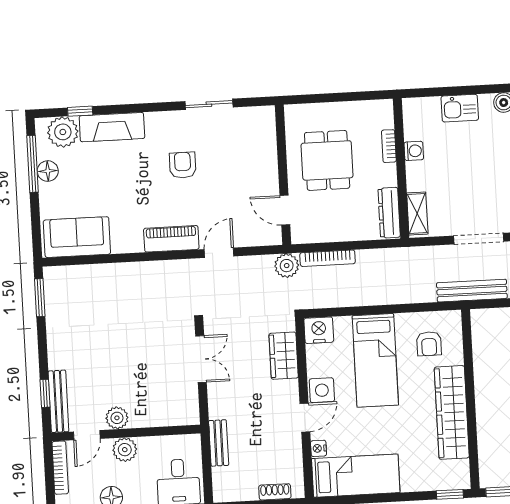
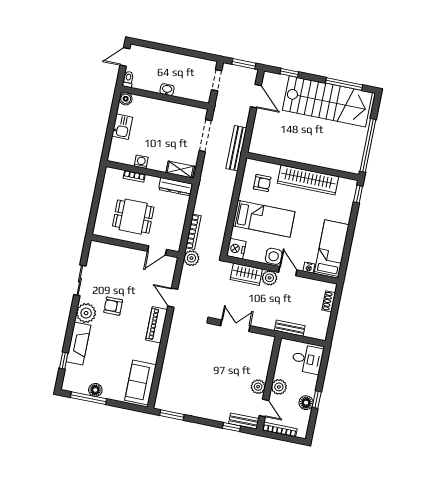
plant: (63, 132) -> (86, 313), moved
plant: (287, 392) -> (269, 278), added
bench: (58, 401) -> (244, 421), width x0.73

